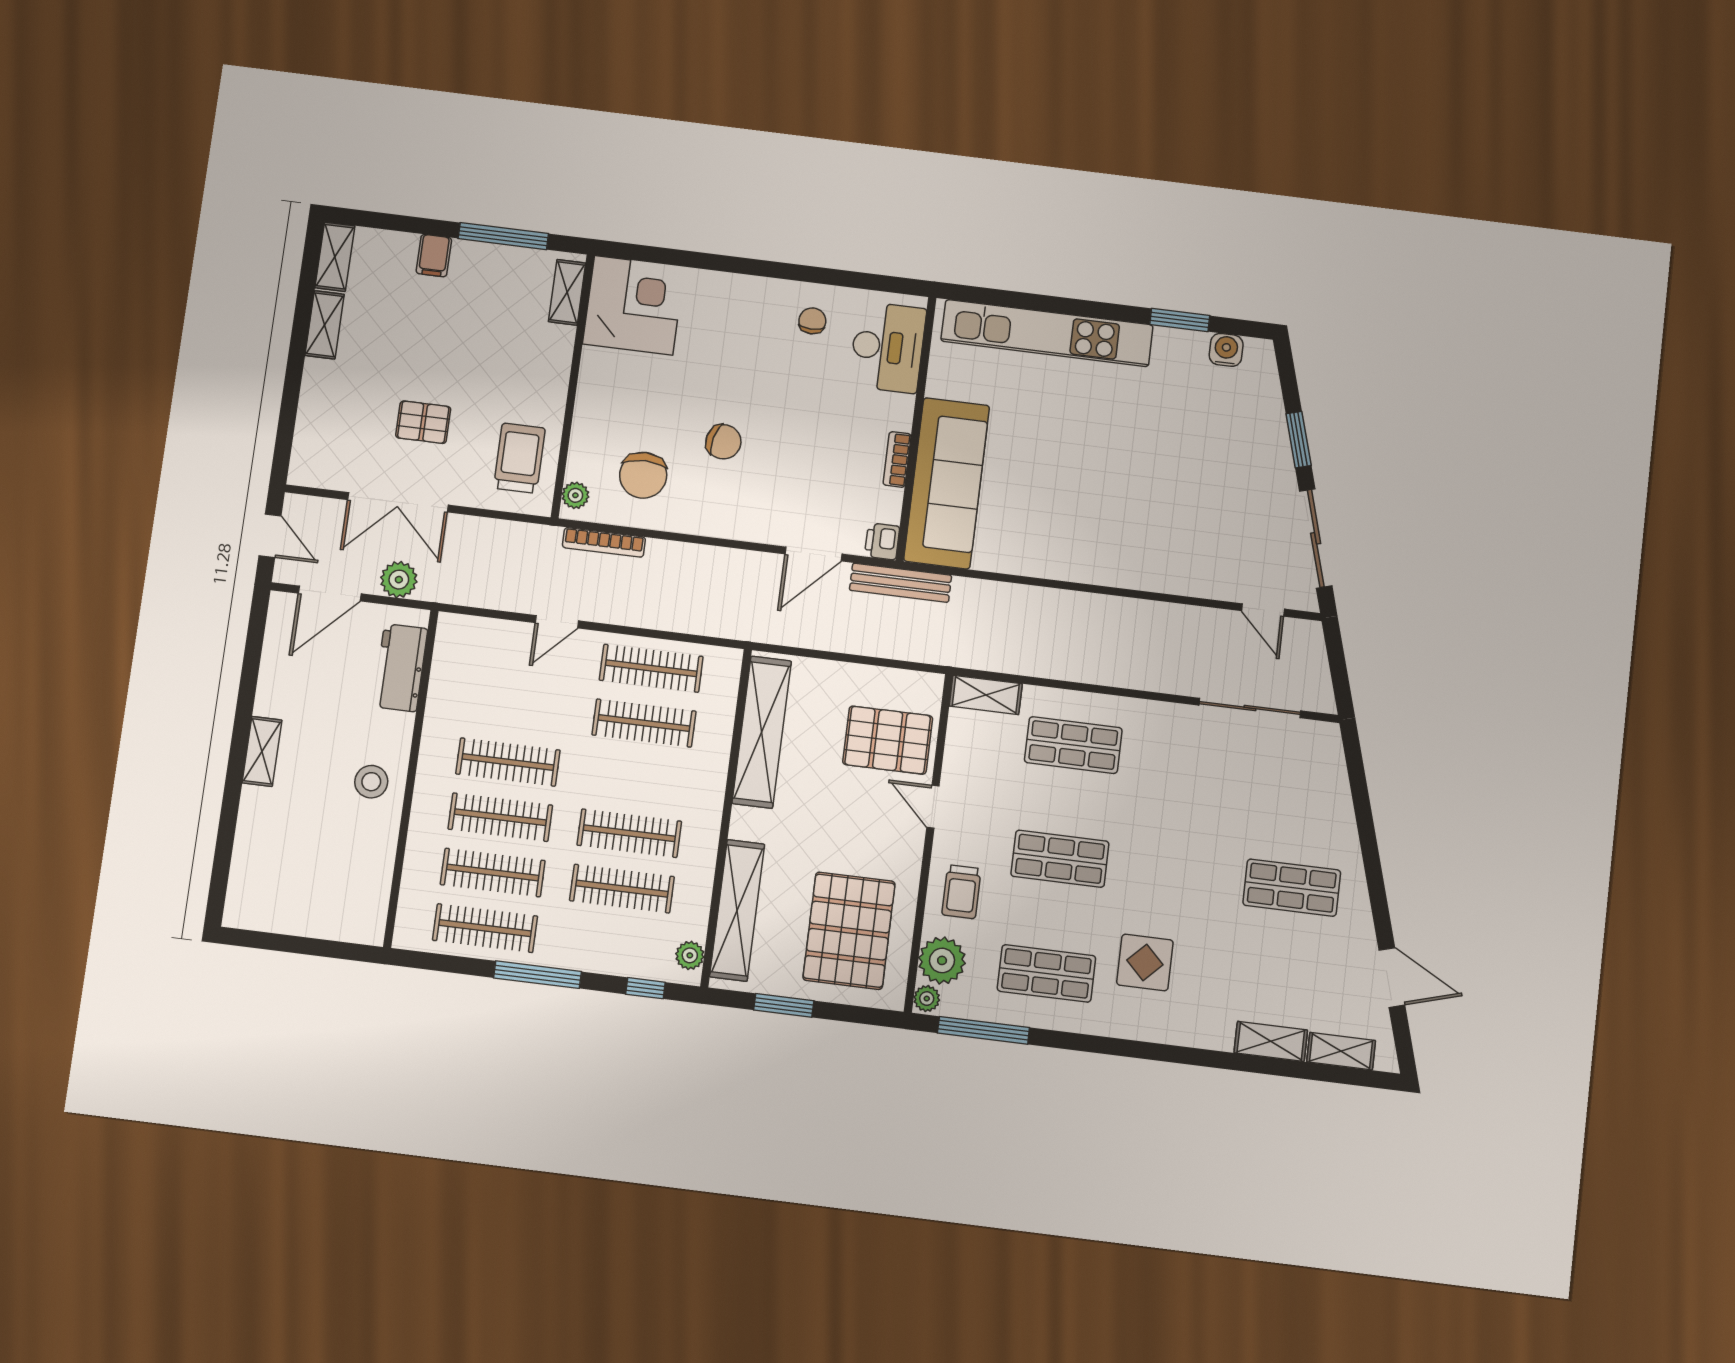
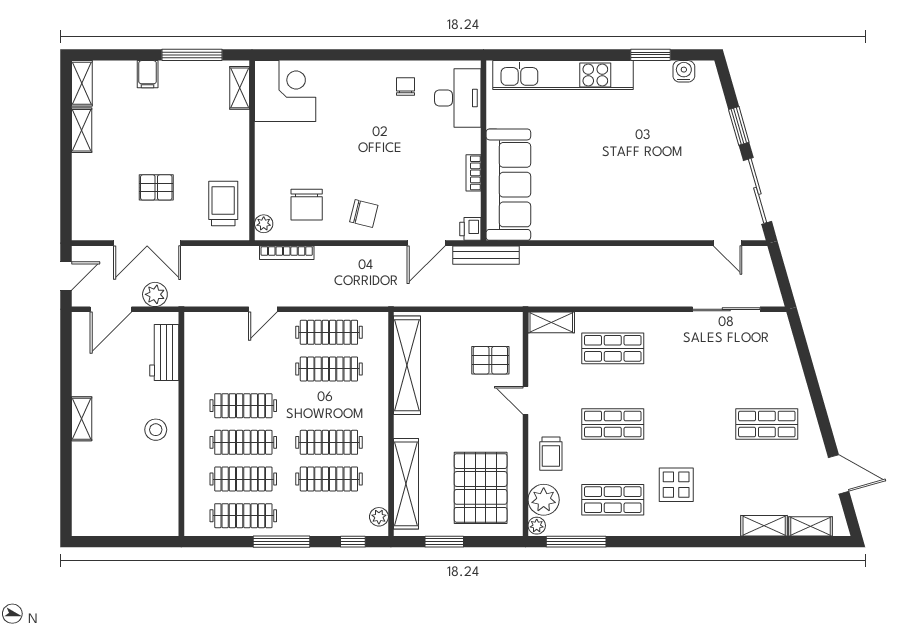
chair: (723, 442) -> (364, 214), moved
door: (270, 536) -> (66, 276), hinge flipped
pallet: (888, 740) -> (490, 360), width x0.67, depth x0.71

